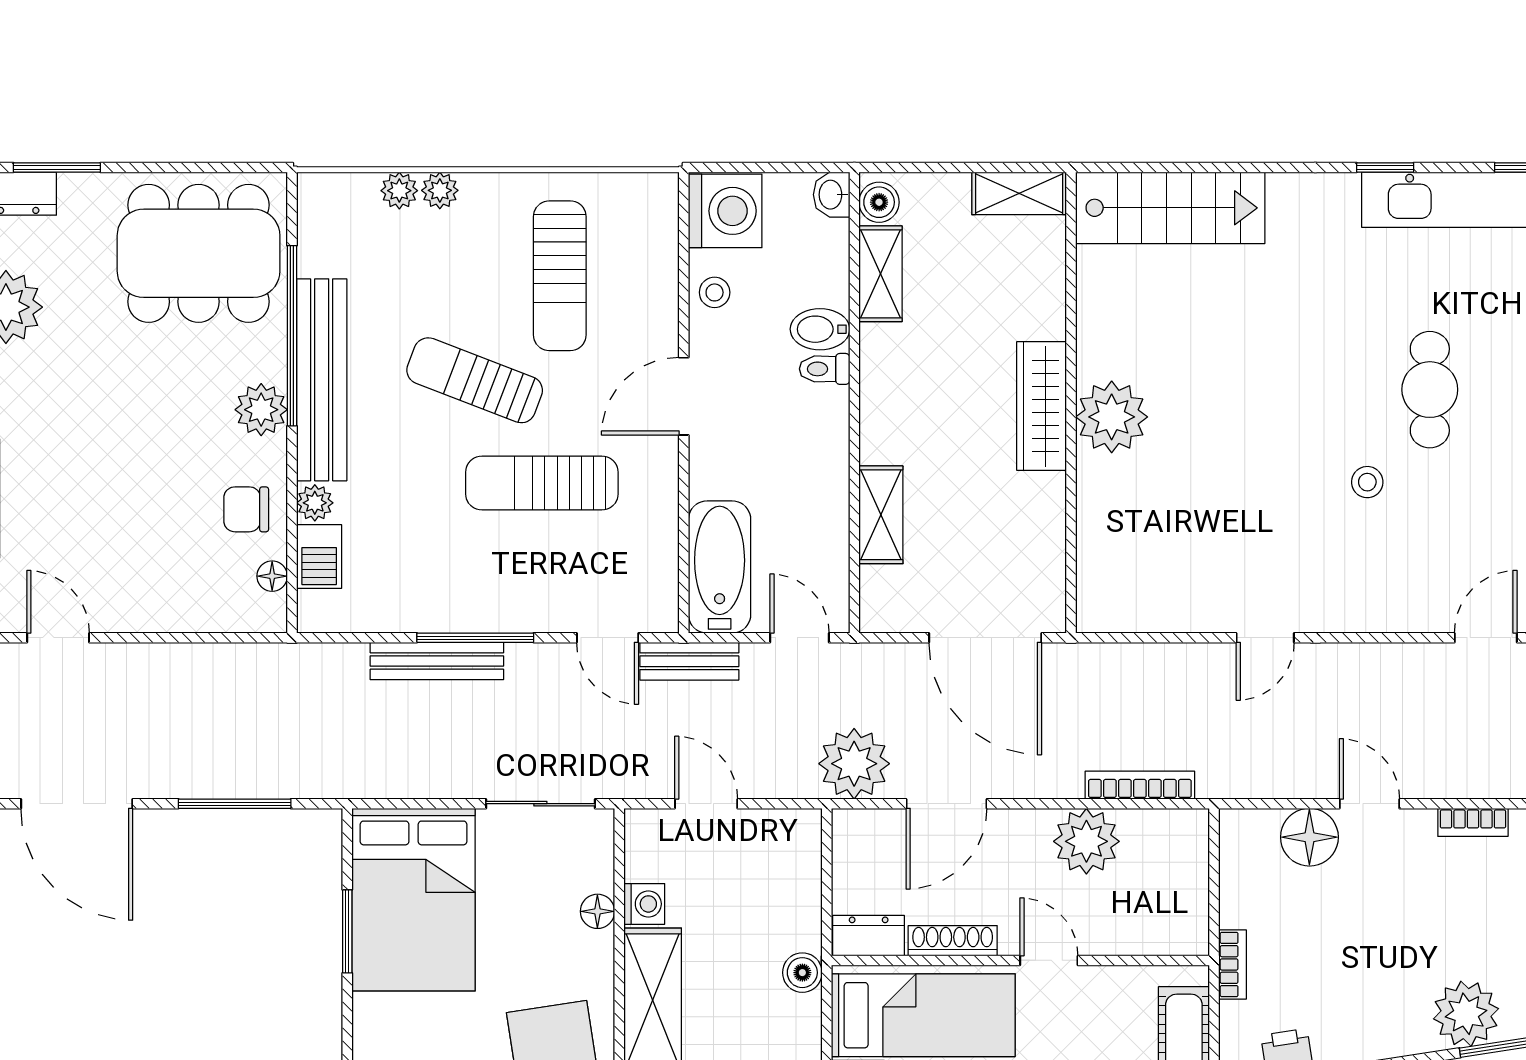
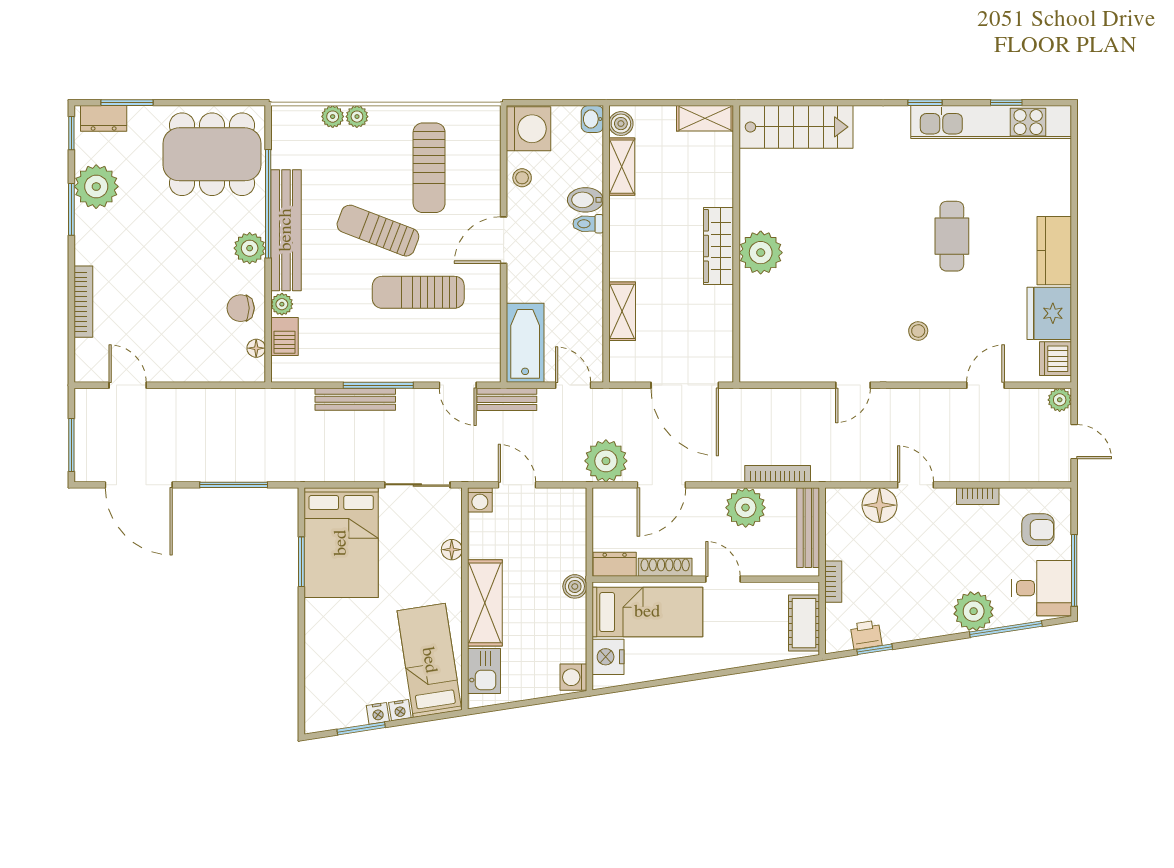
stool: (1367, 482) -> (918, 331), moved
bench: (1191, 875) -> (808, 528), added
washing machine: (644, 904) -> (480, 500), moved, turned 90

